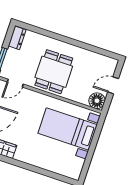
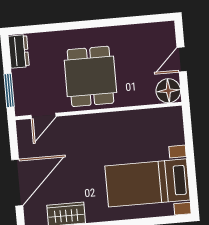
bed with nightstands: (68, 129) -> (148, 183), moved

